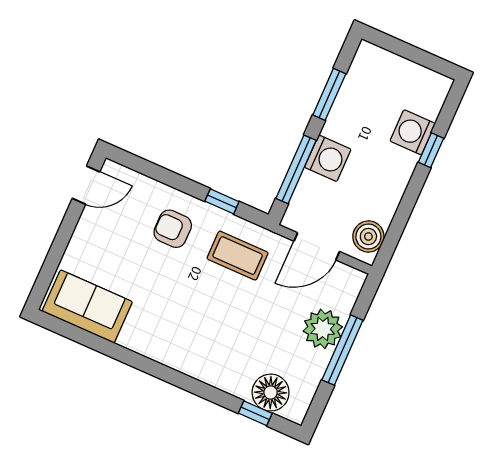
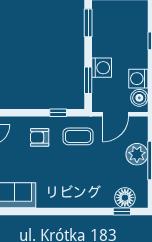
window: (329, 94) -> (88, 23), moved
washing machine: (413, 132) -> (138, 79), moved
window: (296, 169) -> (88, 80), width x0.69

